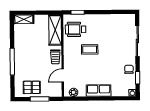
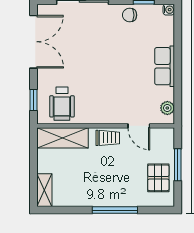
double door: (112, 12) -> (34, 42), added
coffee table: (90, 49) -> (96, 80), removed

